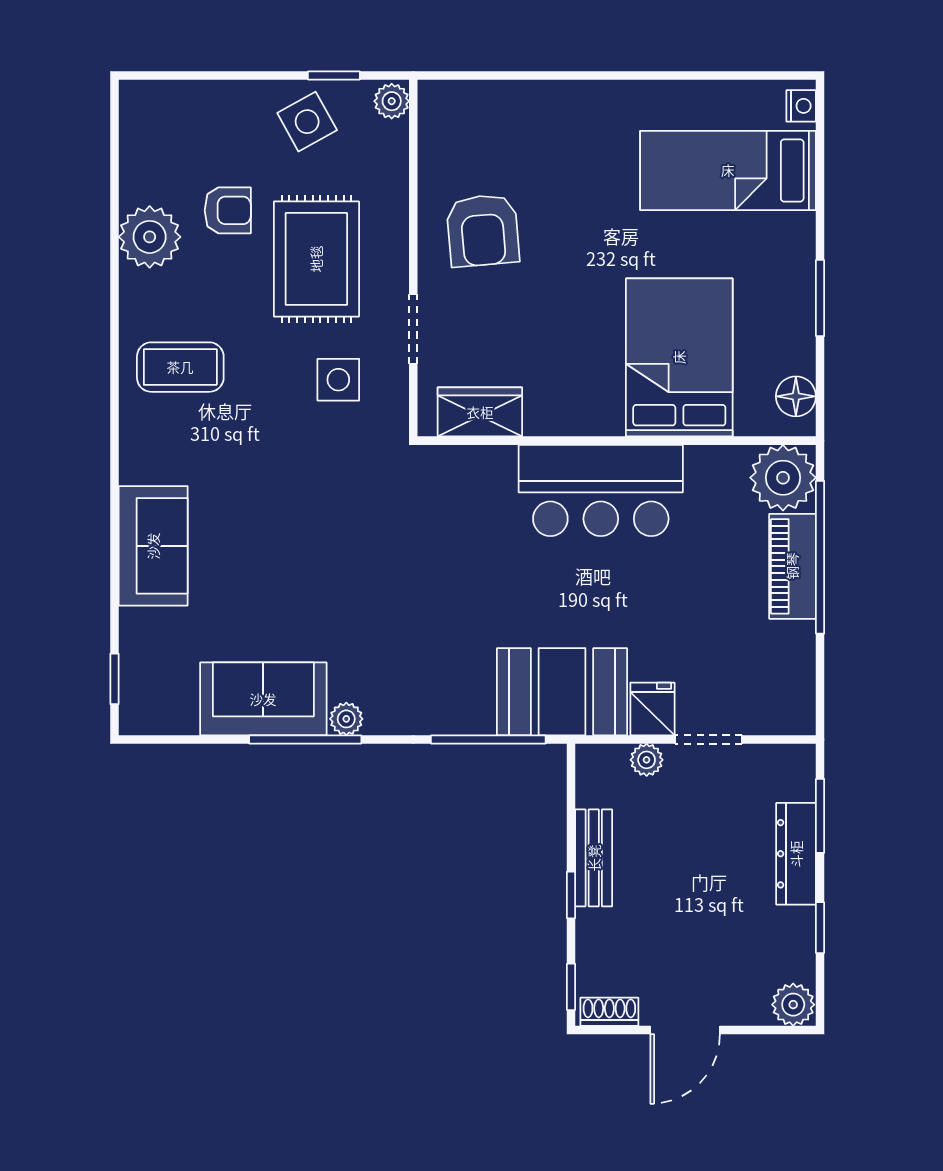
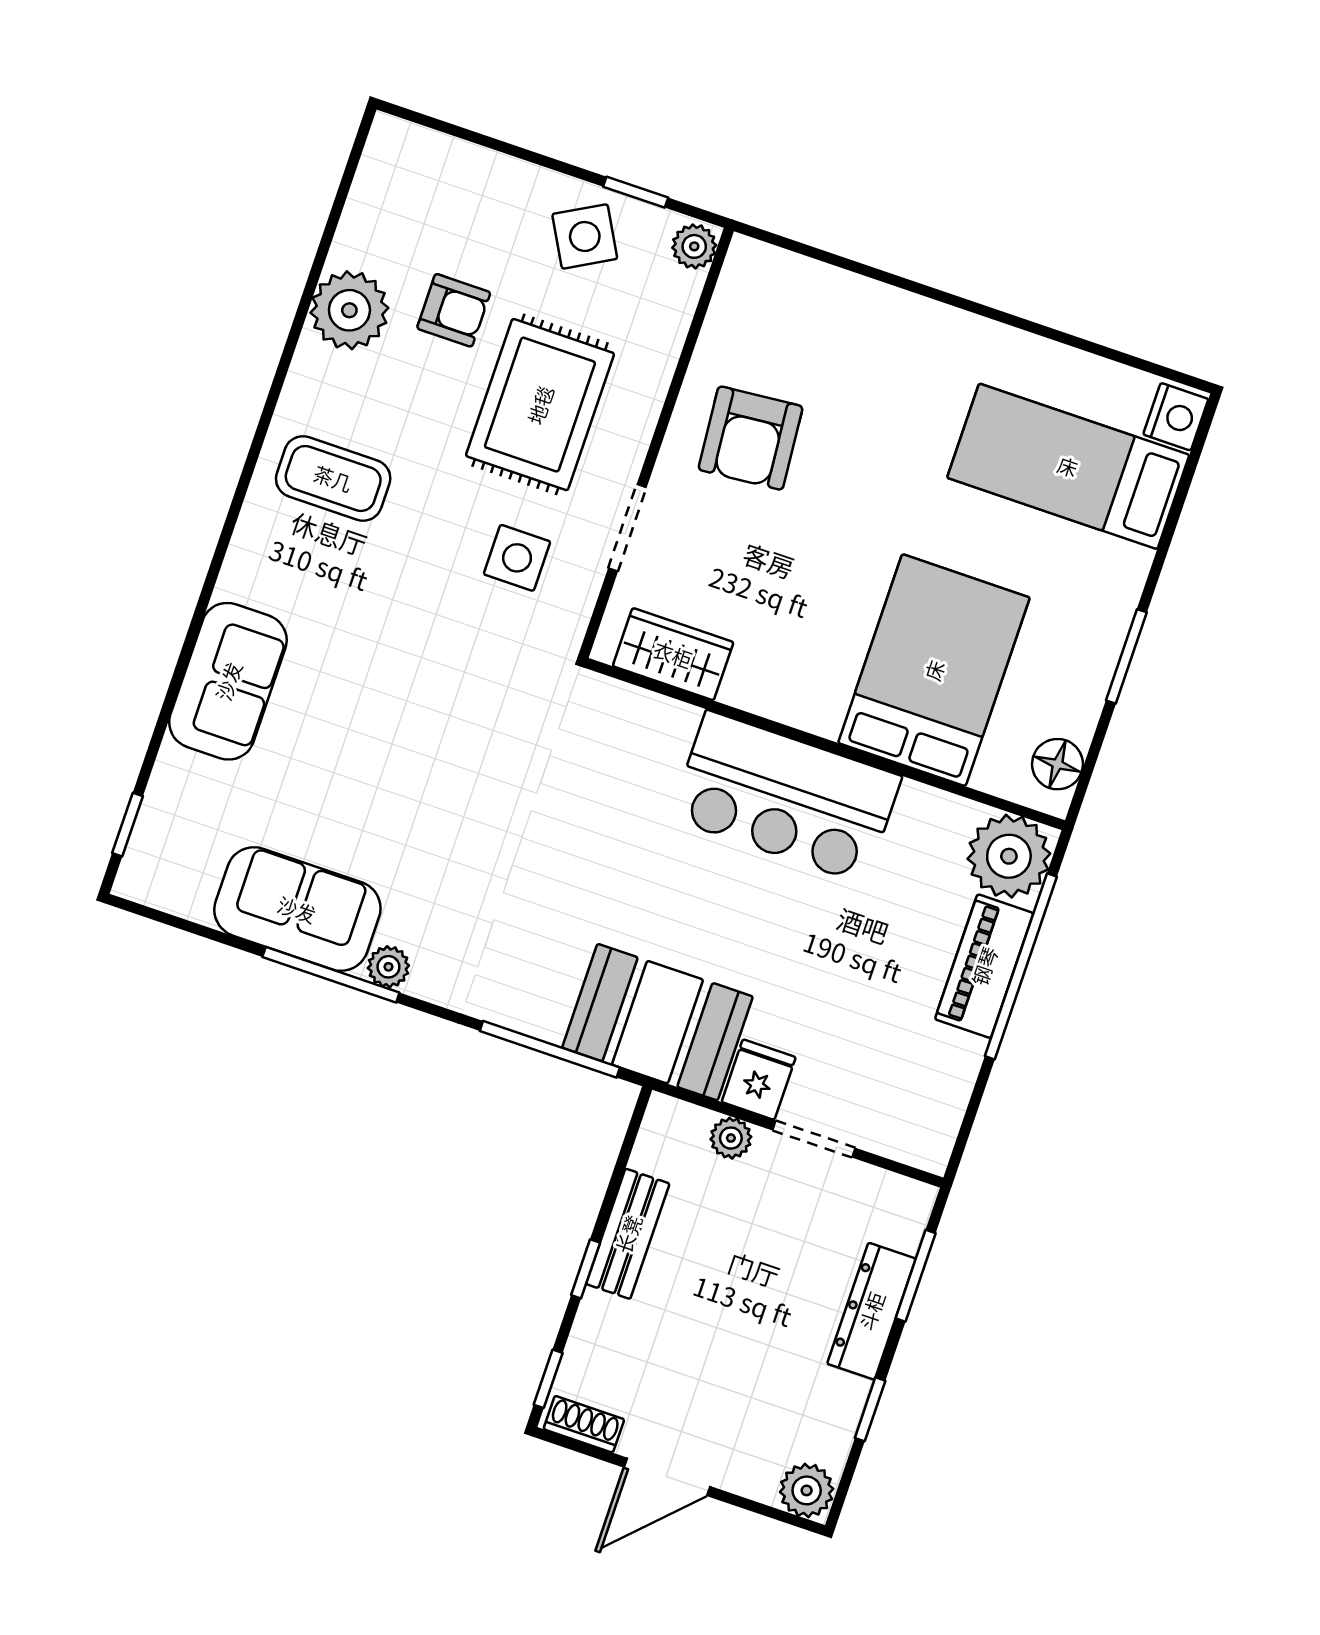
nightstand: (801, 106) -> (1176, 417), width x1.39, depth x1.35

